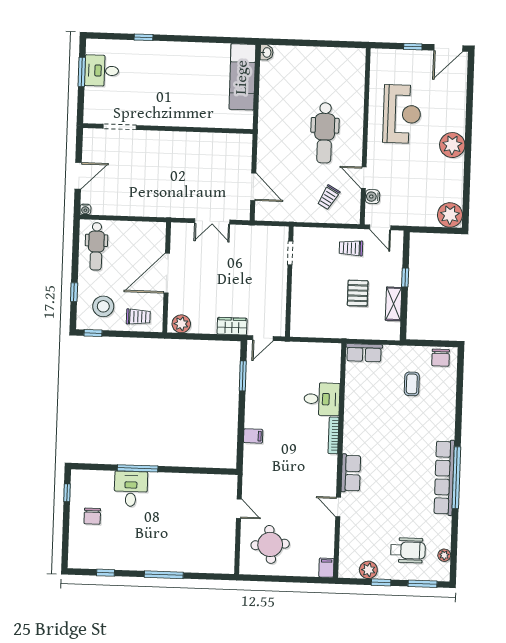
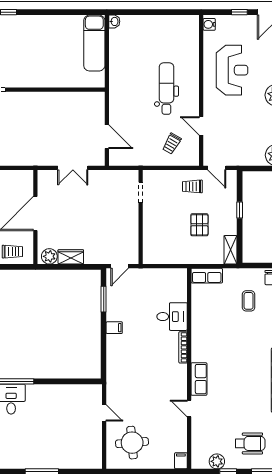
dental chair: (325, 133) -> (166, 89), turned 180
water cooler: (372, 197) -> (209, 24), moved
shelving: (394, 304) -> (230, 250), moved
wardrobe: (232, 326) -> (71, 257), moved
filing cabinet: (253, 436) -> (114, 328), moved

